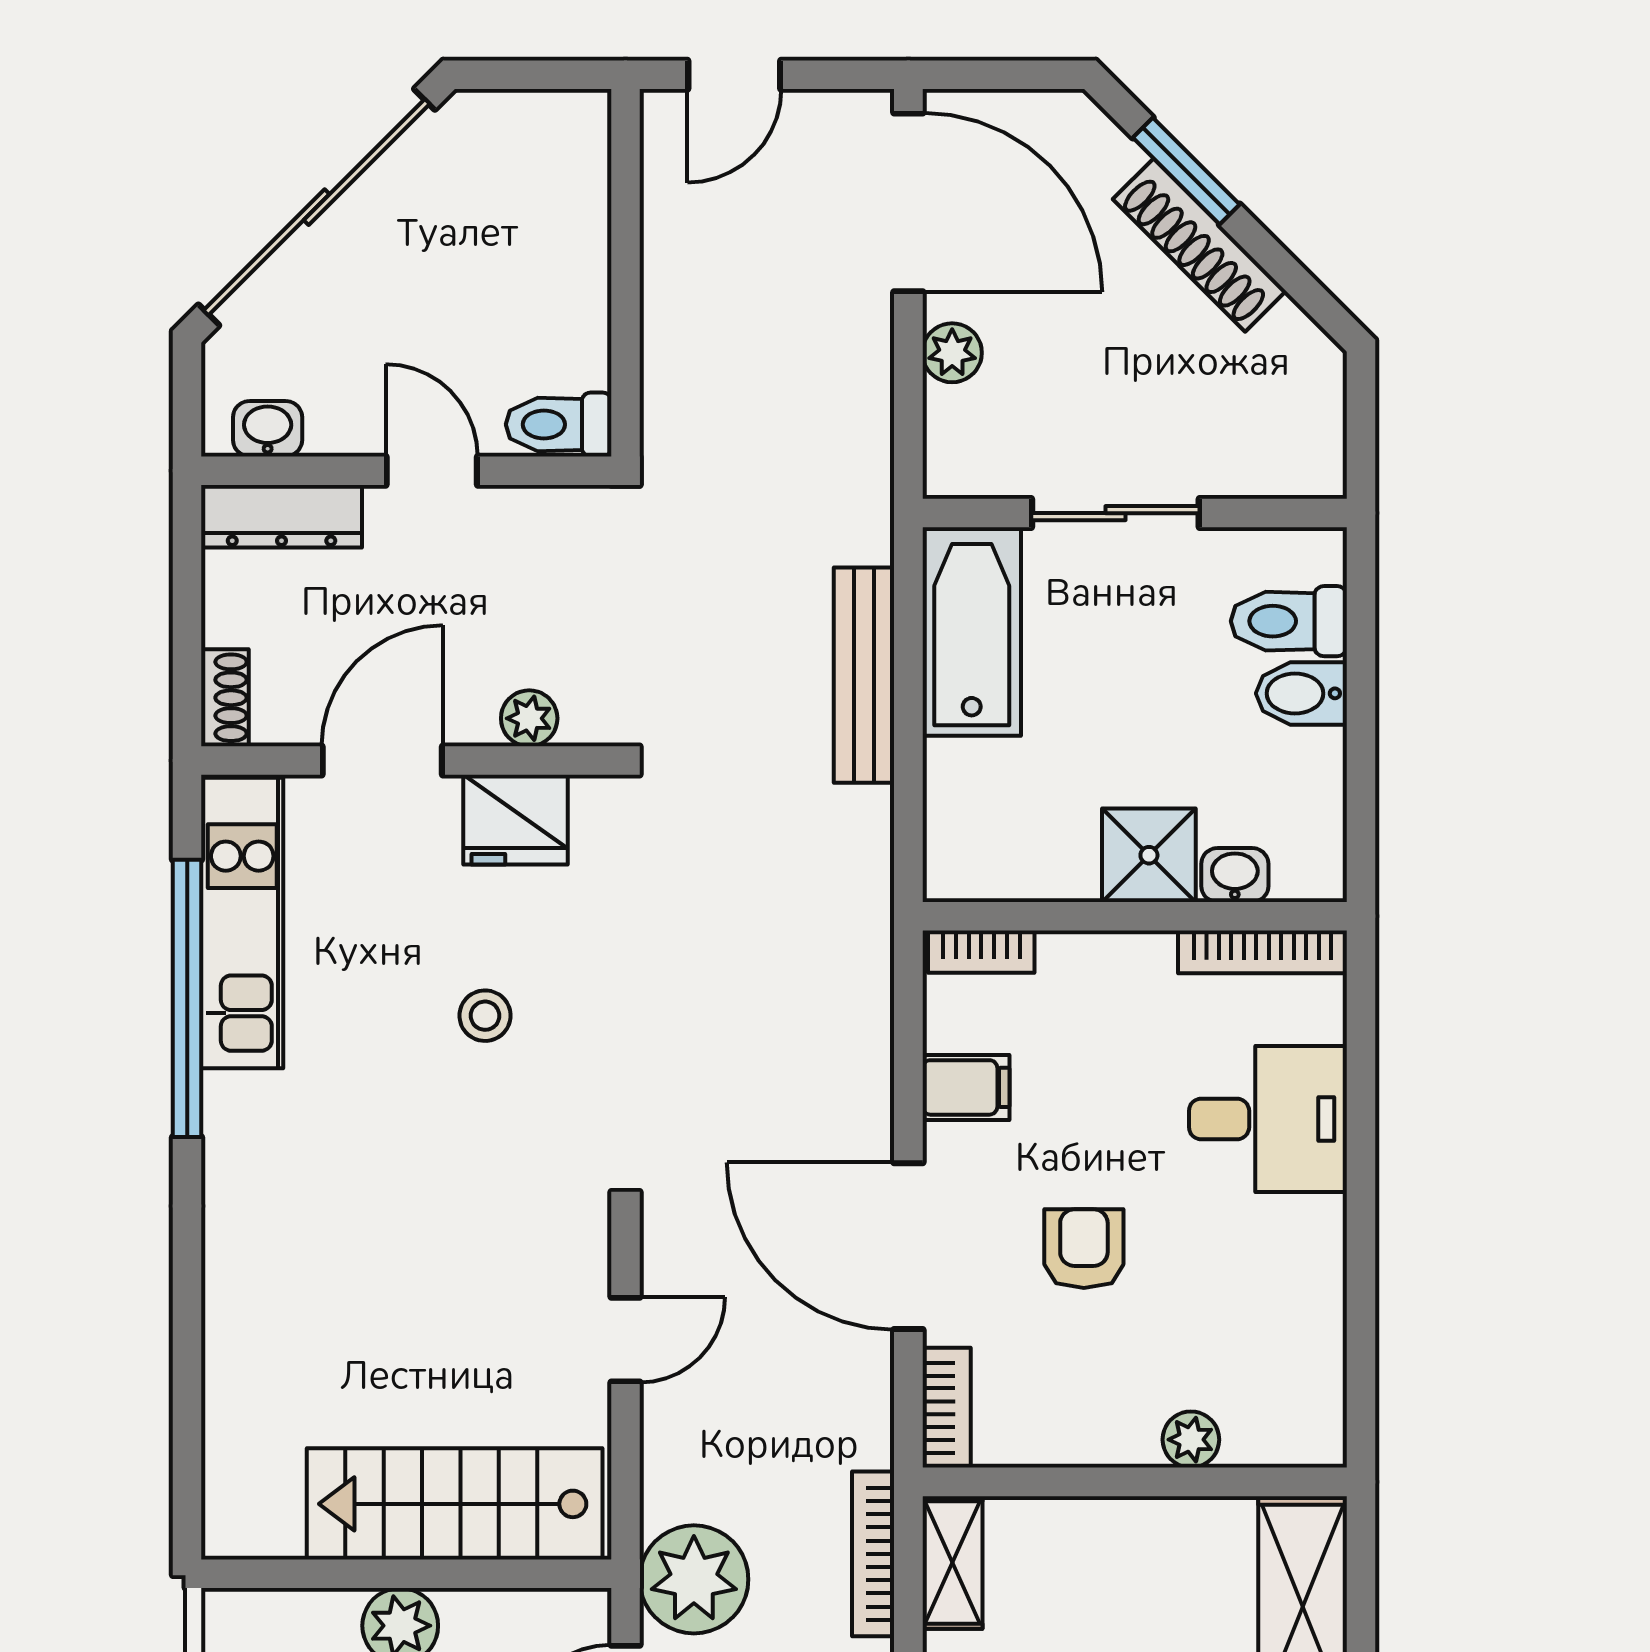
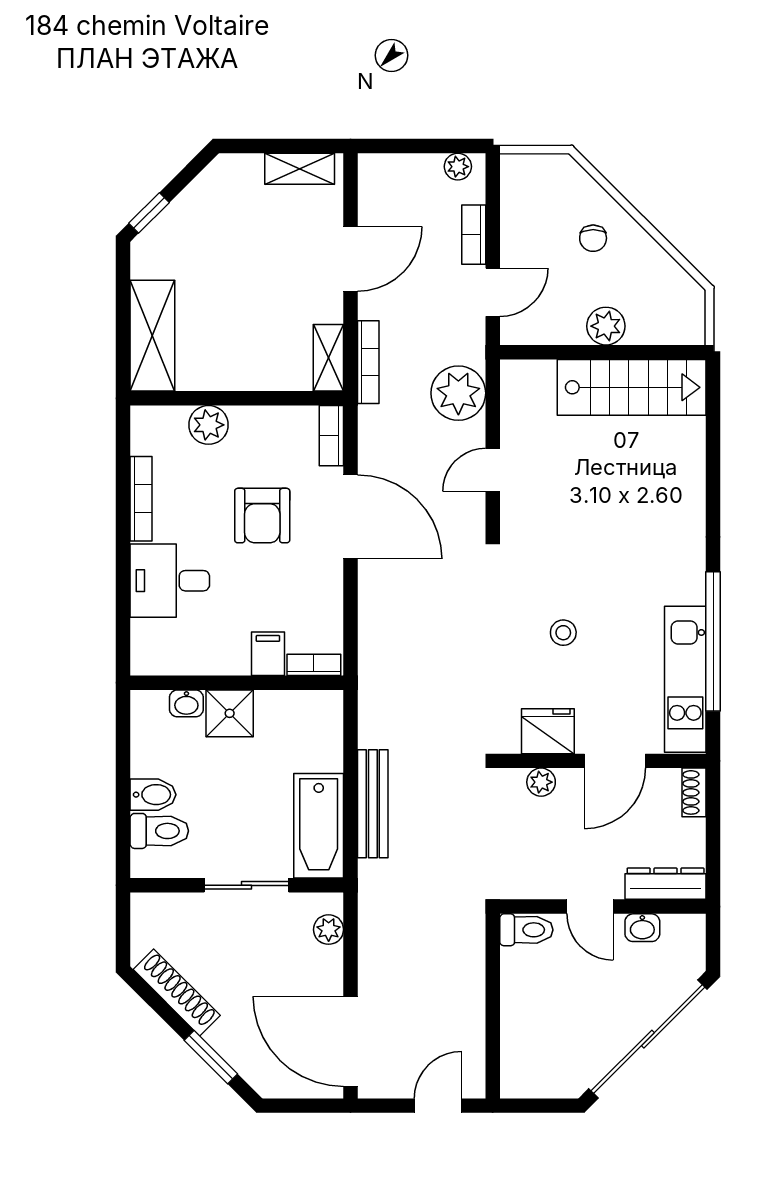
shoe rack: (1199, 245) -> (177, 992), moved
plant: (952, 353) -> (329, 930), moved
washbasin: (268, 429) -> (642, 928), moved
bookcase: (1262, 952) -> (141, 499), moved, turned 90
filing cabinet: (966, 1087) -> (268, 654), moved, turned 90
armchair: (1084, 1249) -> (262, 516), width x1.38, depth x1.38
plant: (1191, 1440) -> (209, 425), width x1.38, depth x1.38
stairs: (455, 1504) -> (632, 387), moved
plant: (694, 1579) -> (458, 393), moved

